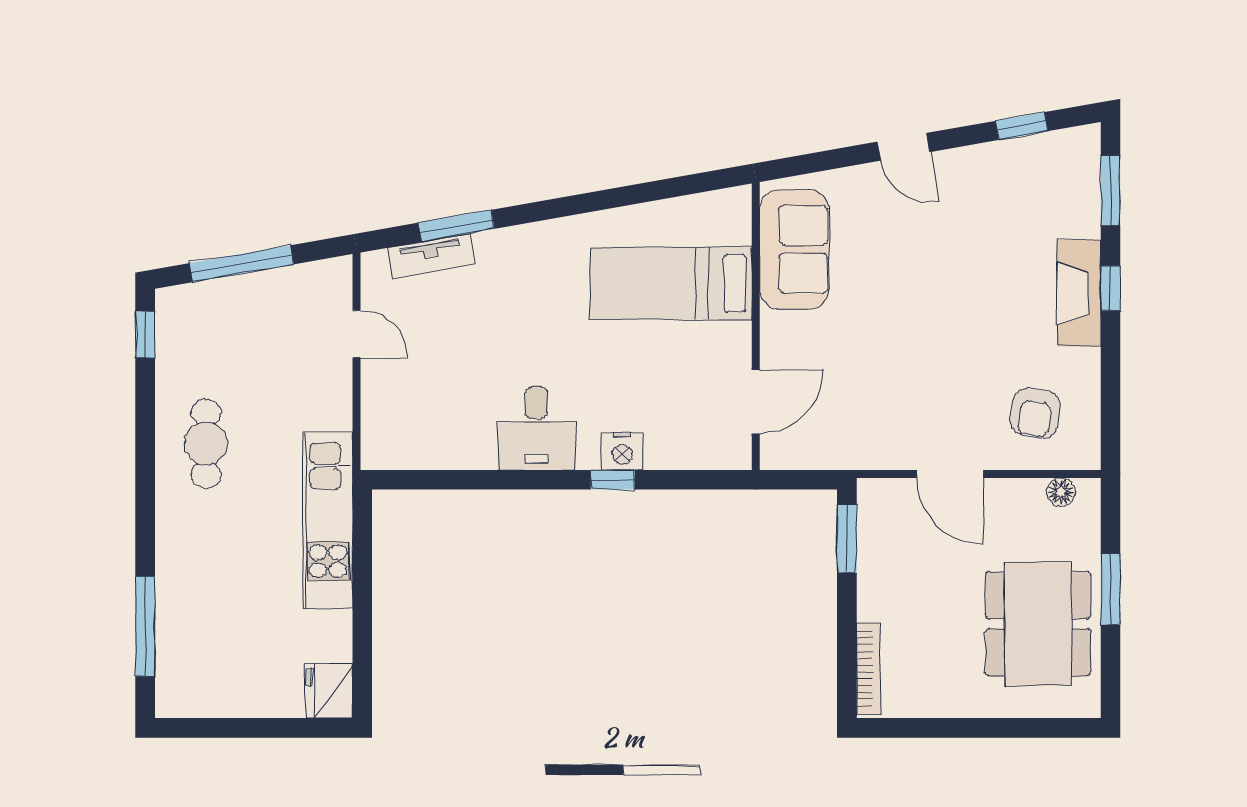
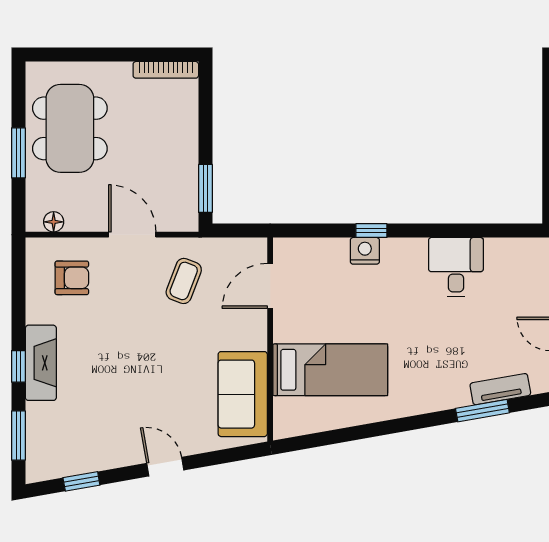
coffee table: (878, 409) -> (184, 281), added
armchair: (1035, 413) -> (72, 278), turned 80
desk: (537, 428) -> (456, 267), moved
bookcase: (868, 668) -> (166, 70), moved, turned -90

